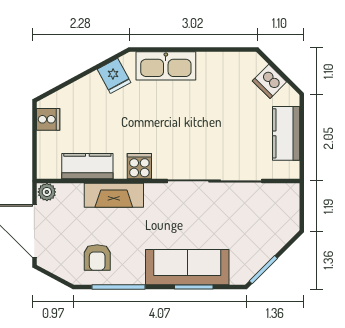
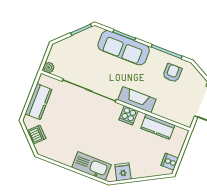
plant: (47, 192) -> (49, 68), moved
fireplace: (114, 195) -> (137, 100), moved

